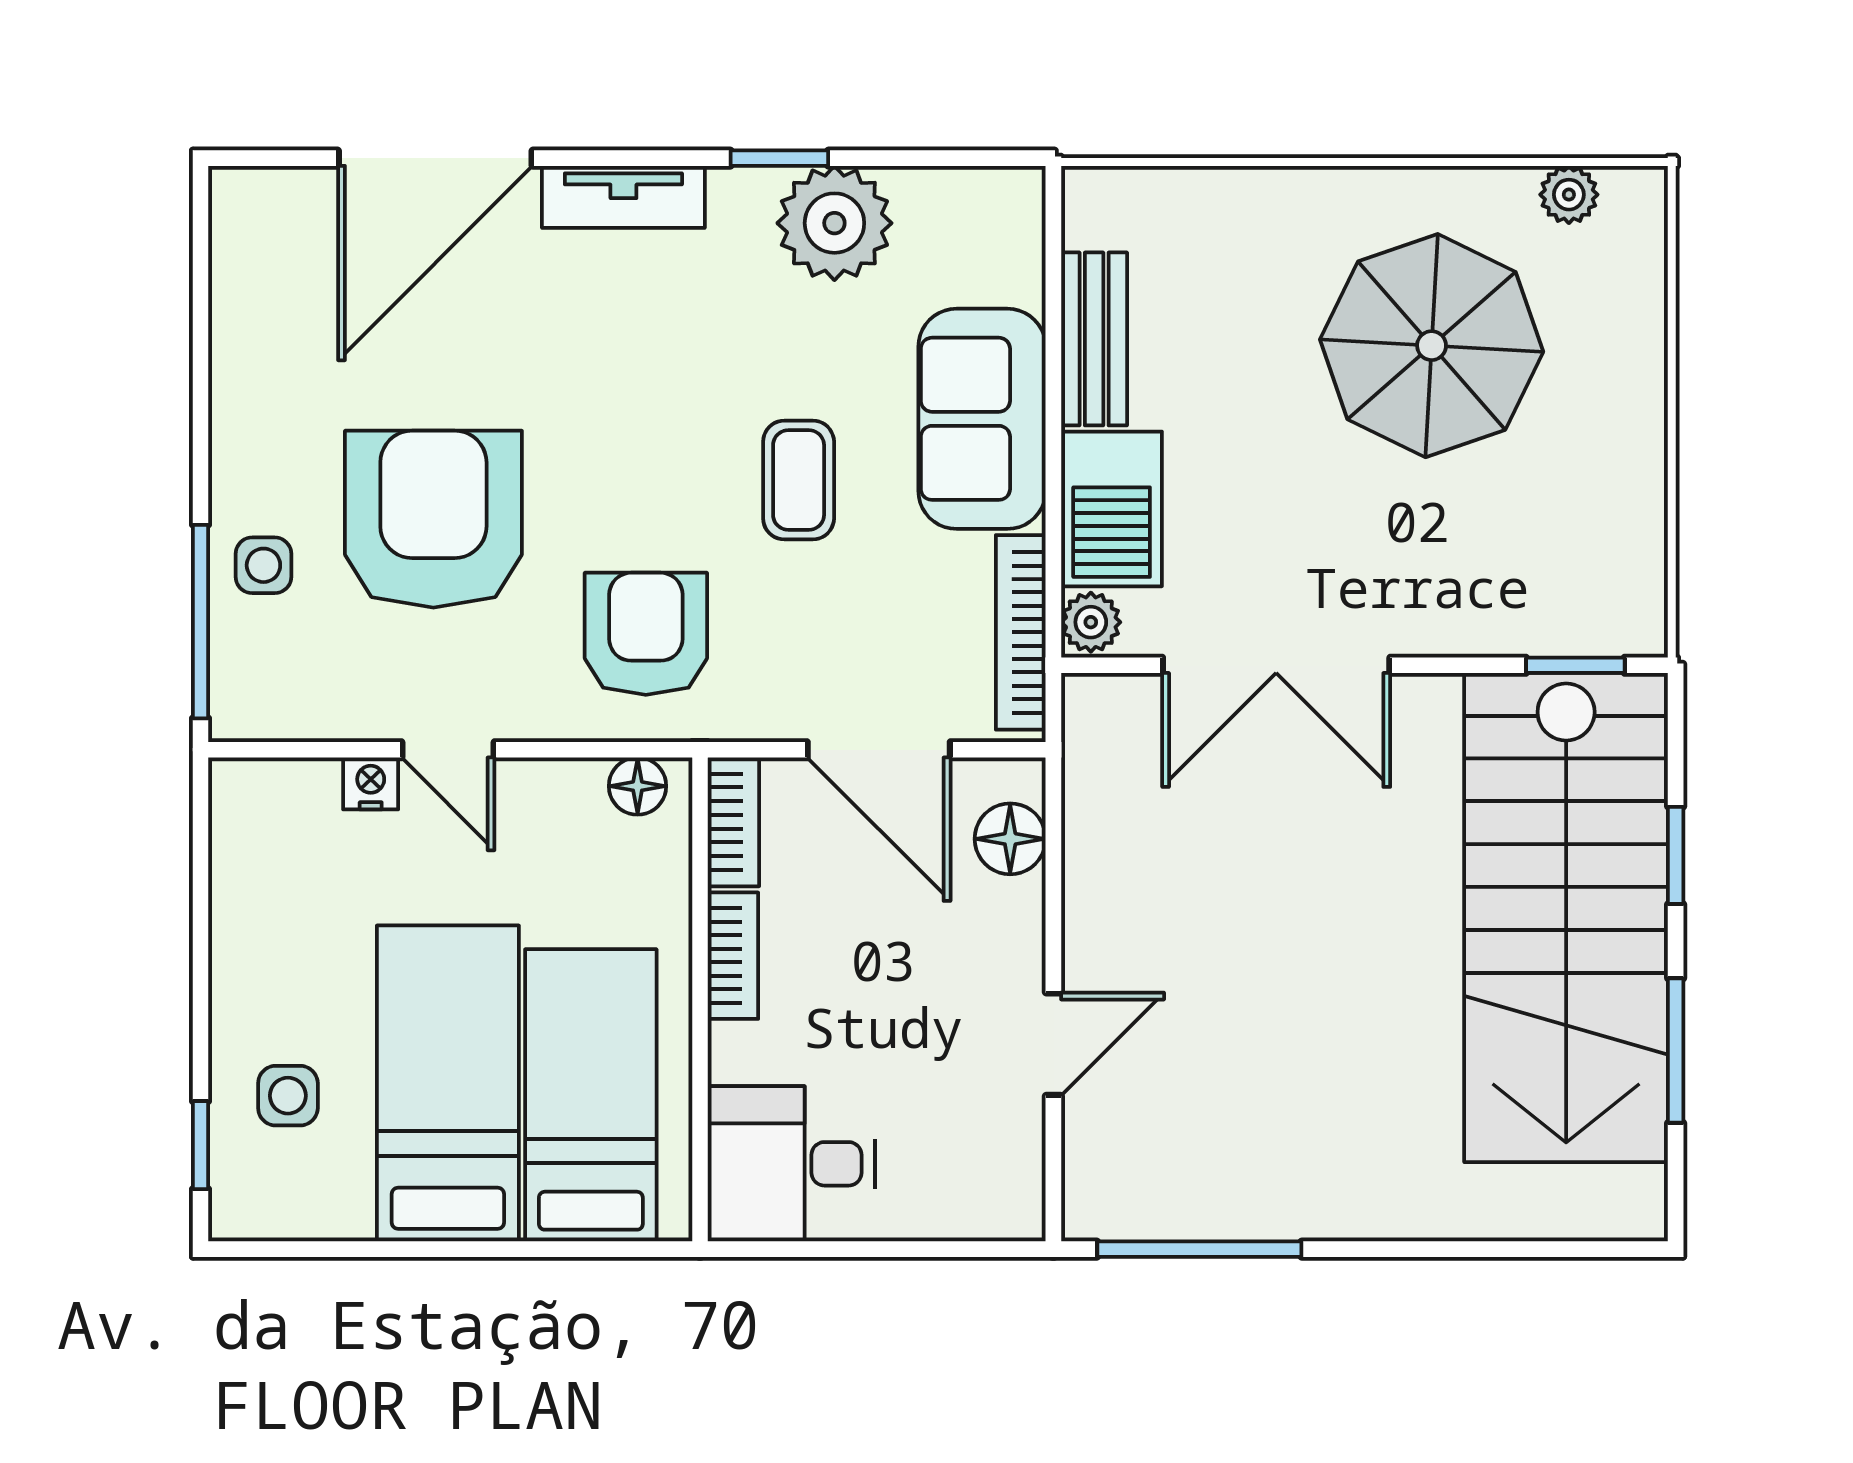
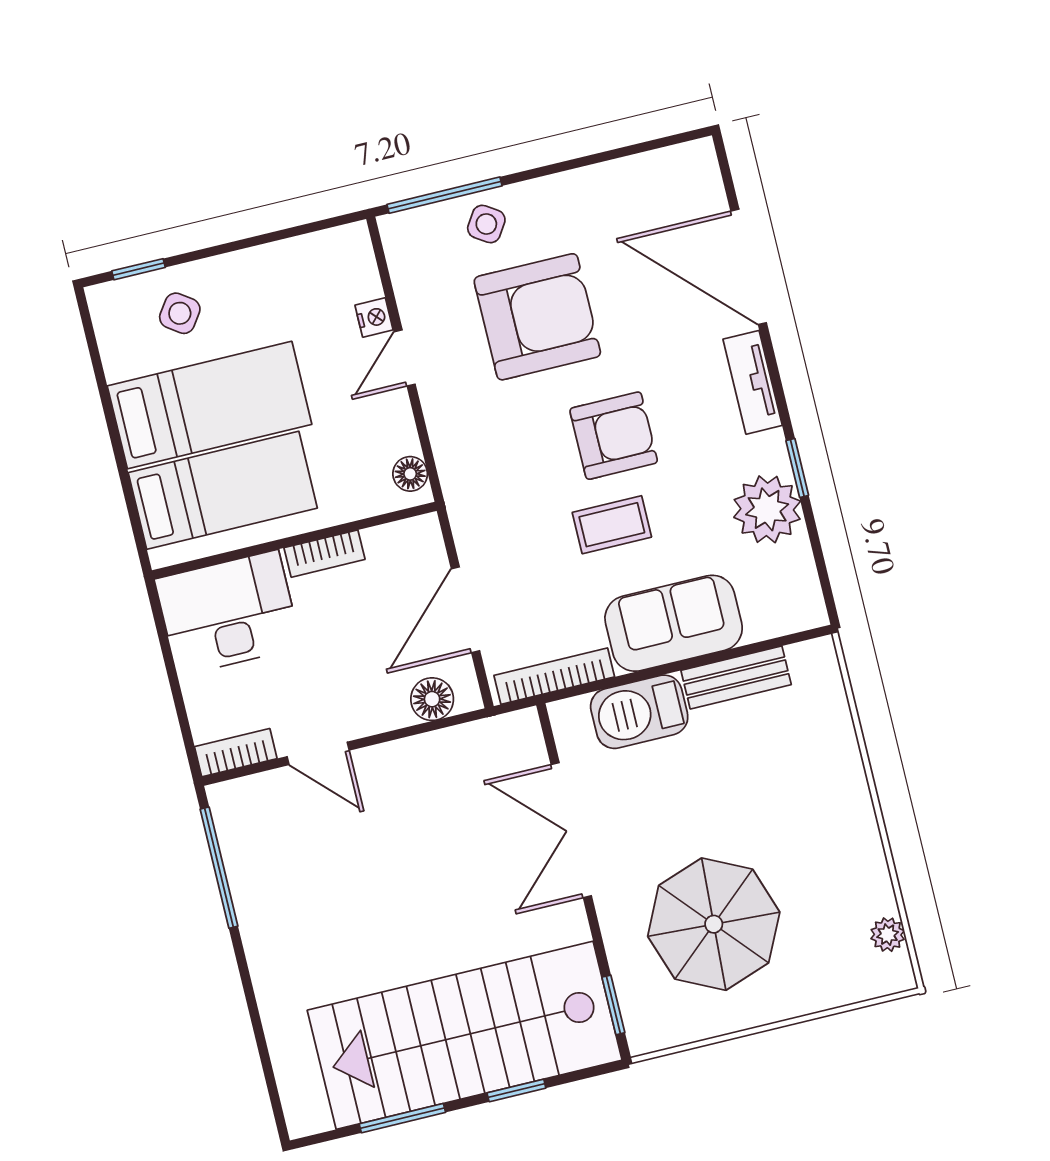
parasol: (1432, 346) -> (714, 924), moved
side table: (263, 565) -> (486, 224), turned 33
plant: (1091, 622) -> (570, 716), removed
armchair: (646, 634) -> (614, 436), moved
bookcase: (733, 822) -> (236, 753), moved, turned 180
side table: (288, 1096) -> (180, 313), turned 35
desk: (791, 1164) -> (228, 613), width x1.37

